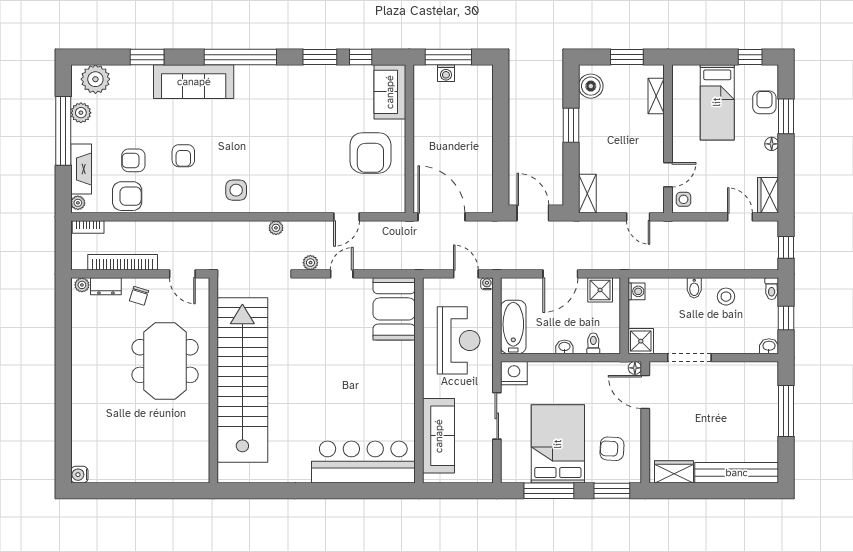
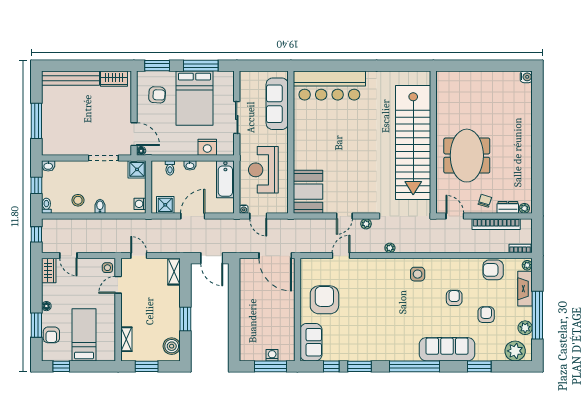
armchair: (133, 160) -> (486, 315), moved, turned -90
nightstand: (514, 373) -> (207, 147), moved

